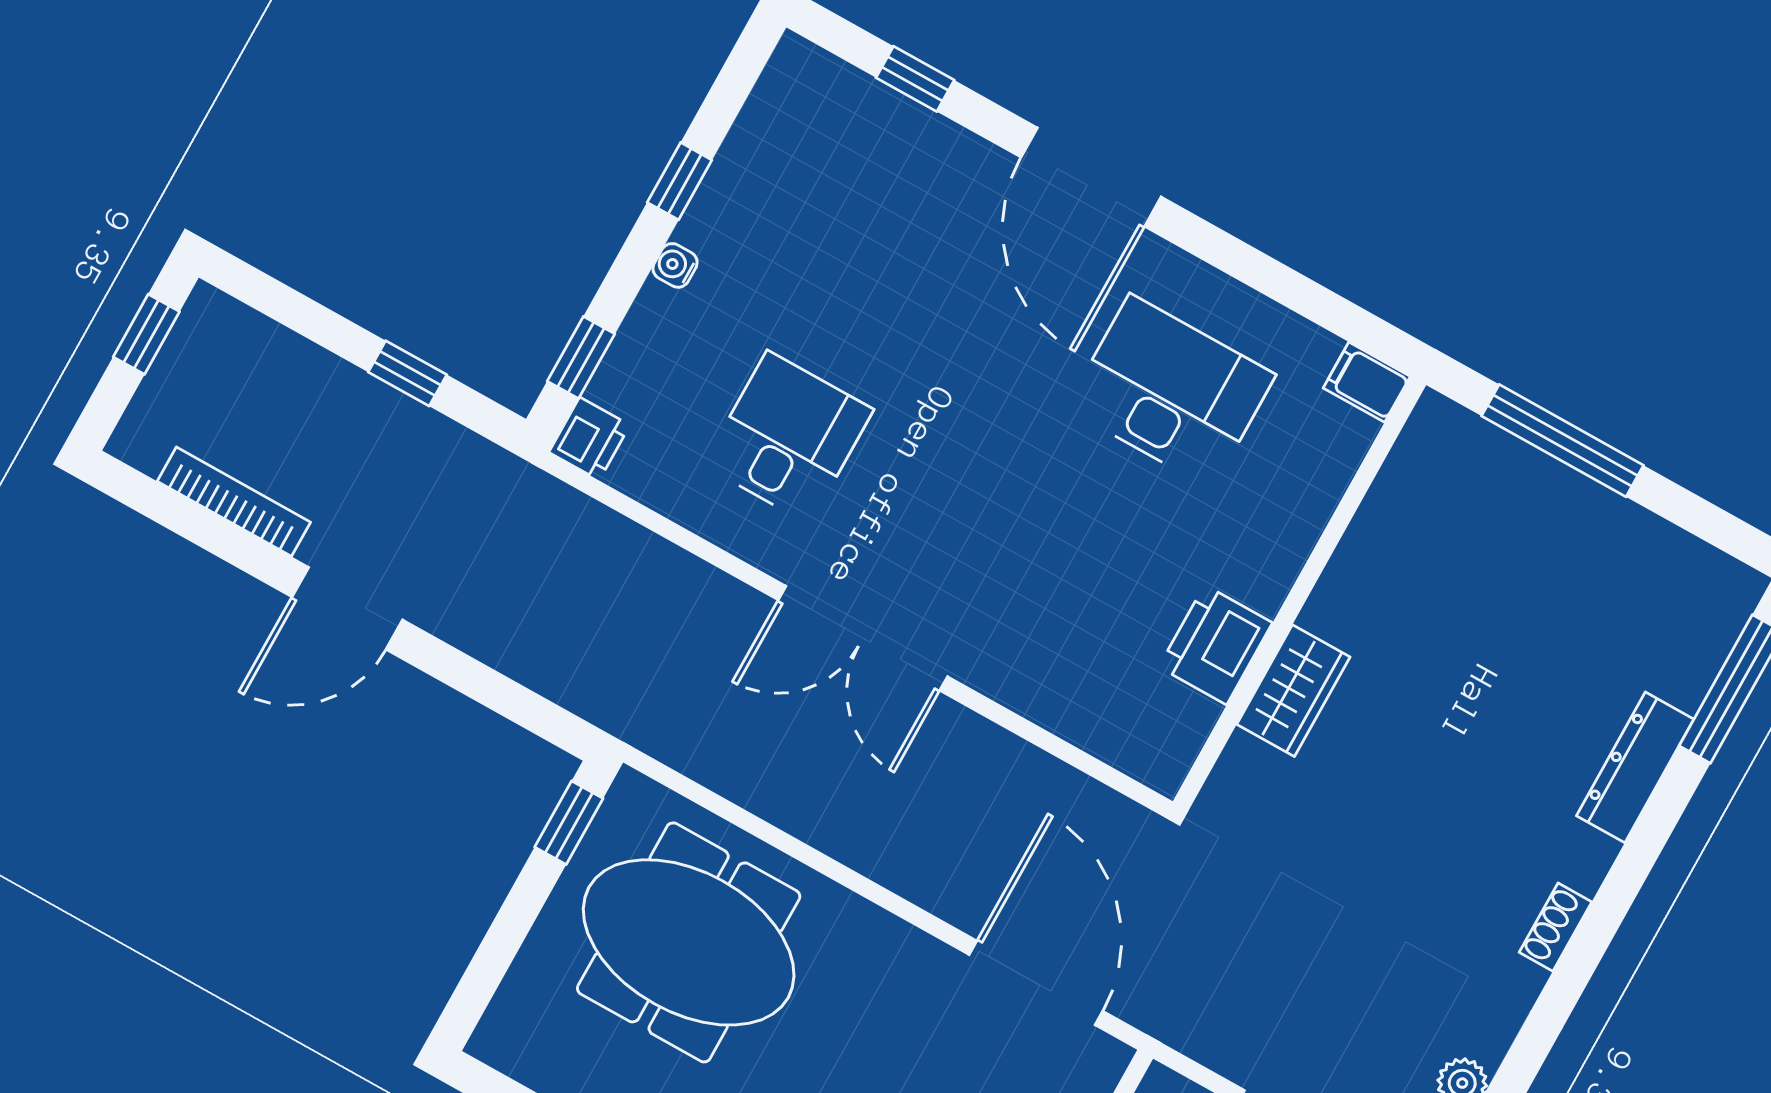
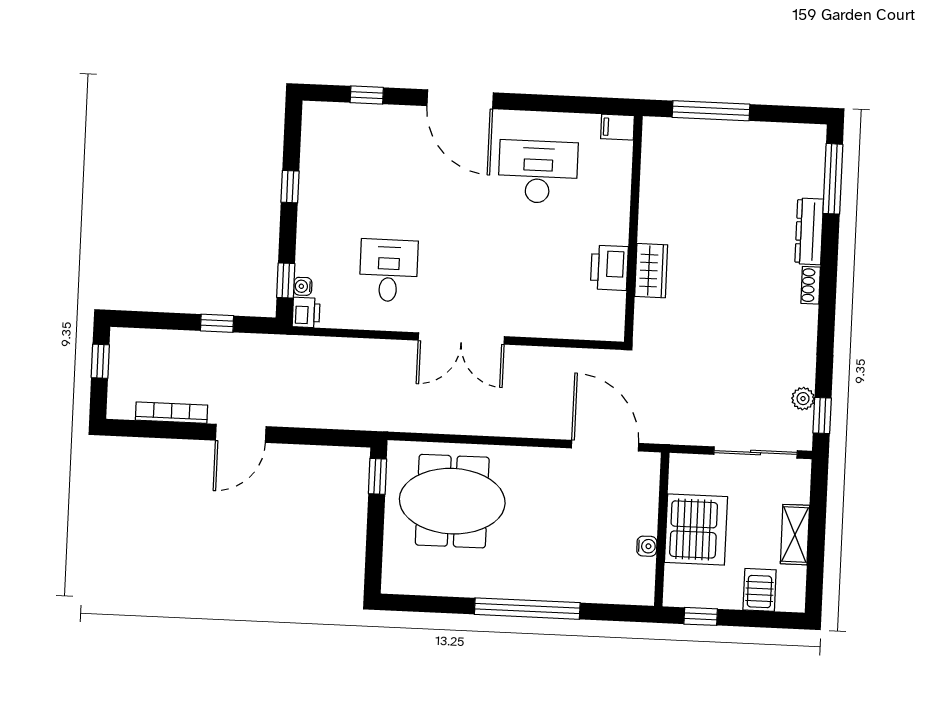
water cooler: (675, 265) -> (303, 286), moved
shoe rack: (1555, 927) -> (811, 285), moved

